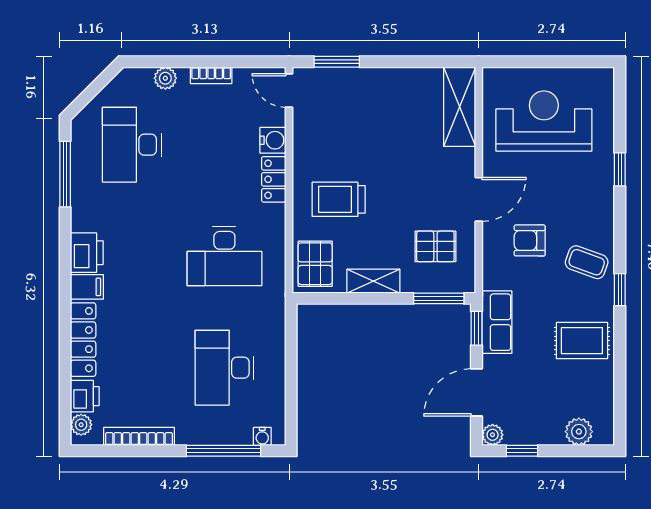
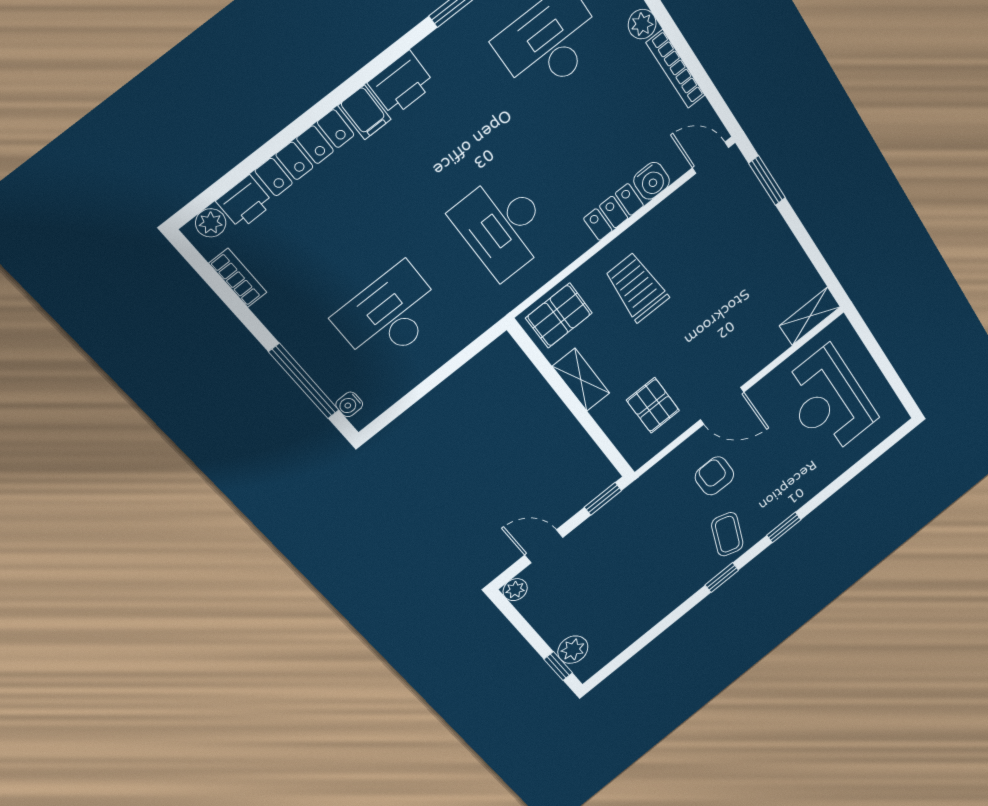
bookcase: (211, 75) -> (676, 69), width x1.56
door: (289, 90) -> (710, 158), hinge flipped
shelving: (460, 107) -> (810, 316), width x0.67, depth x0.75
reception desk: (544, 121) -> (828, 401), turned 180
window: (620, 169) -> (784, 527), moved
window: (439, 298) -> (607, 447), removed
row of seats: (497, 322) -> (621, 510), removed
rug: (582, 341) -> (656, 587), removed
door: (477, 392) -> (544, 546), width x0.73
bookcase: (139, 436) -> (238, 278), width x0.64
window: (522, 451) -> (558, 666), moved

